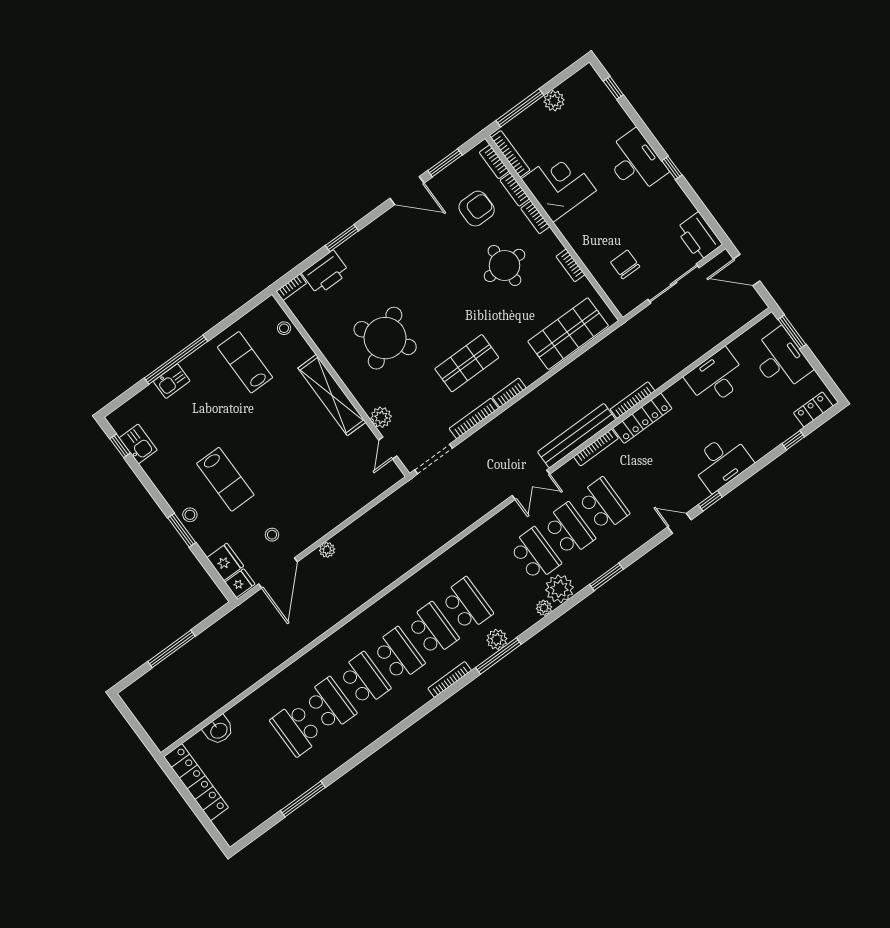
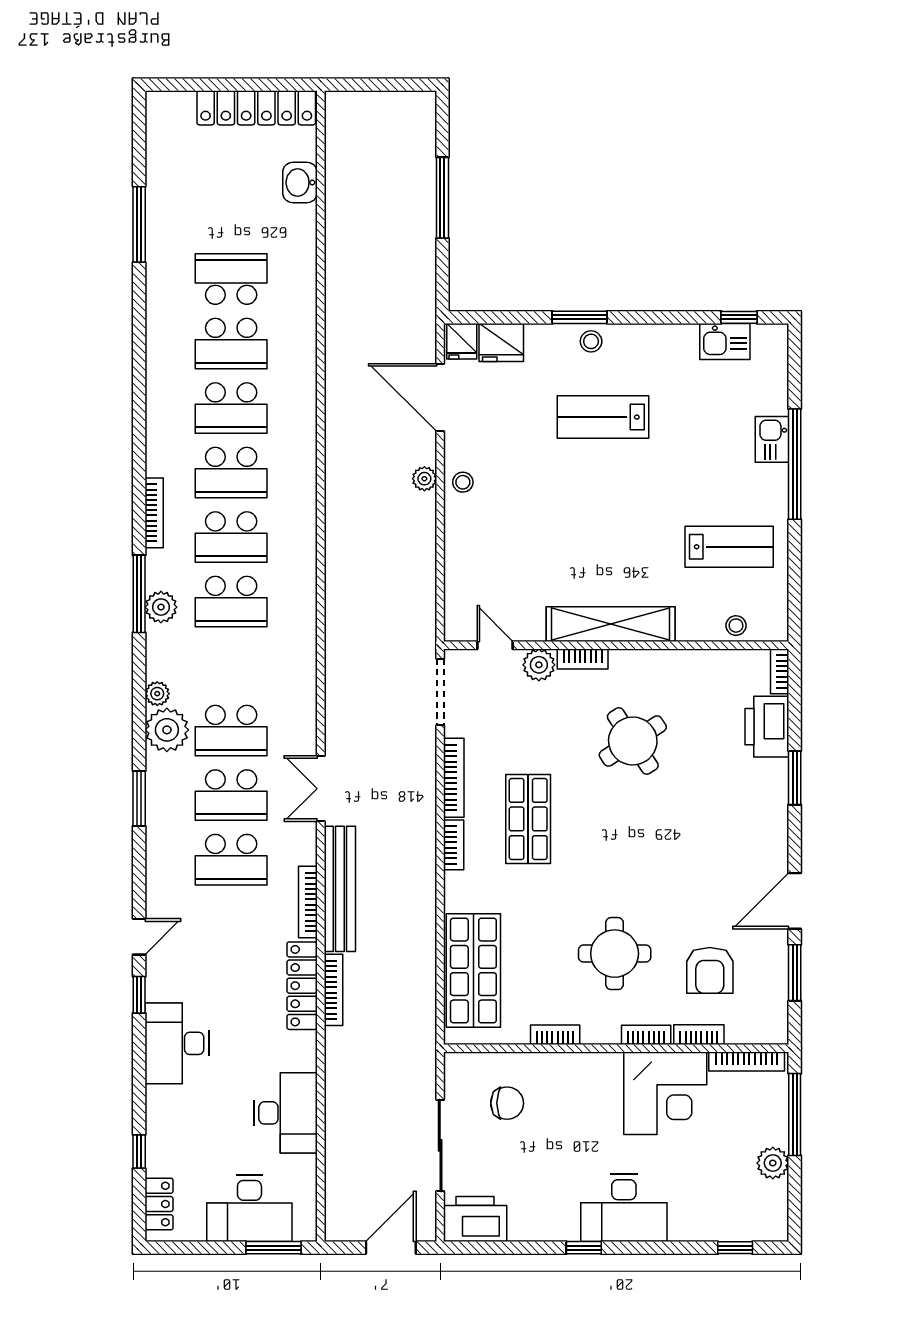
bookcase: (494, 162) -> (583, 659), moved, turned 180
round table: (385, 338) -> (633, 741), width x0.73, depth x0.73
stool: (272, 535) -> (463, 482), moved

